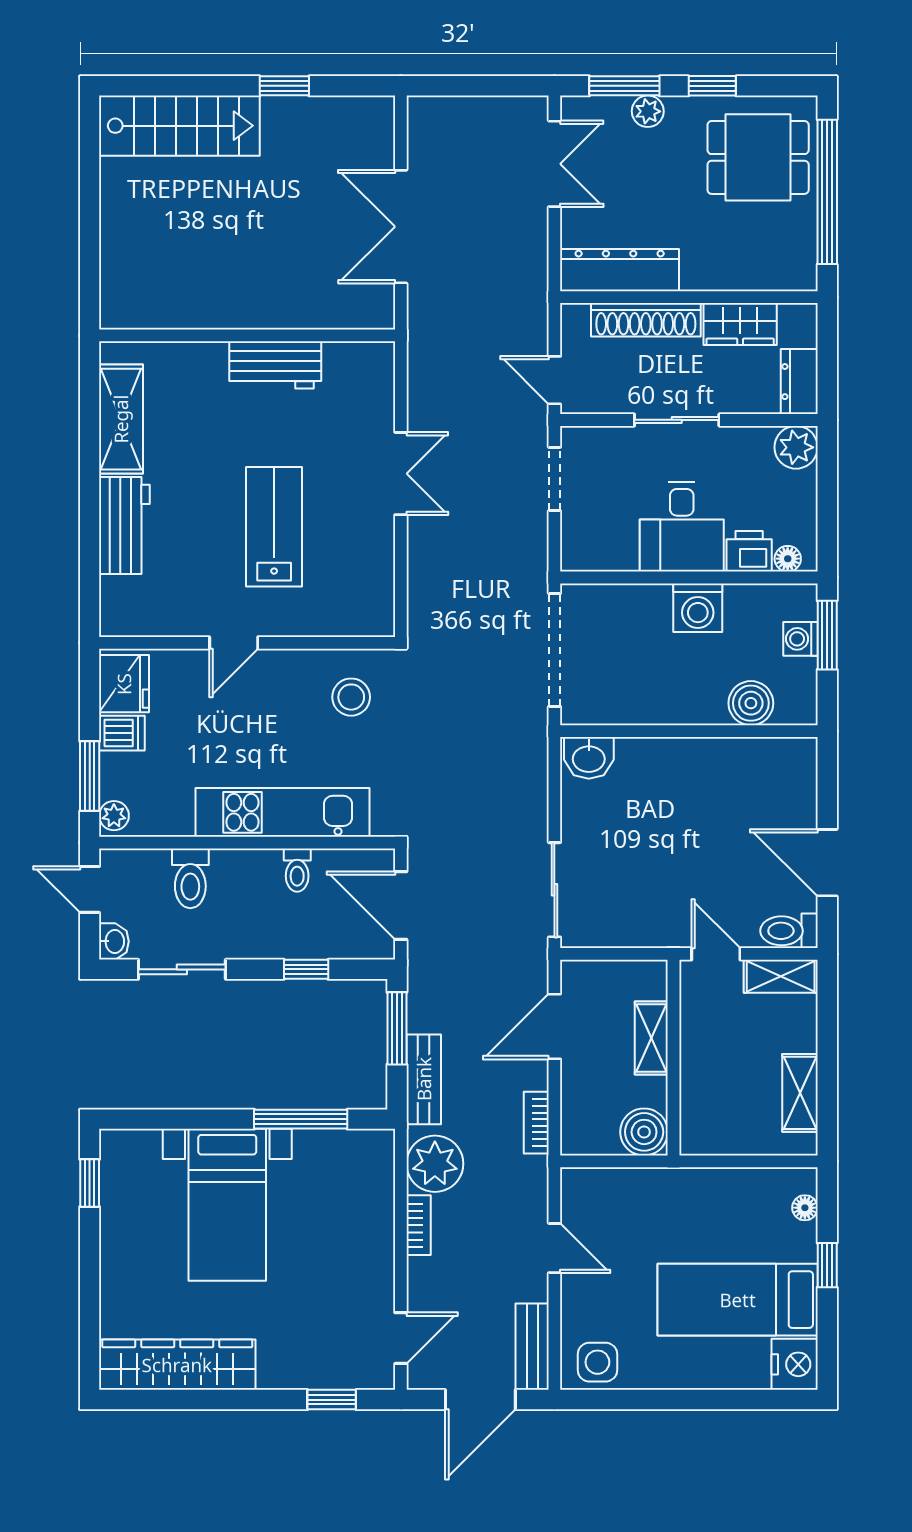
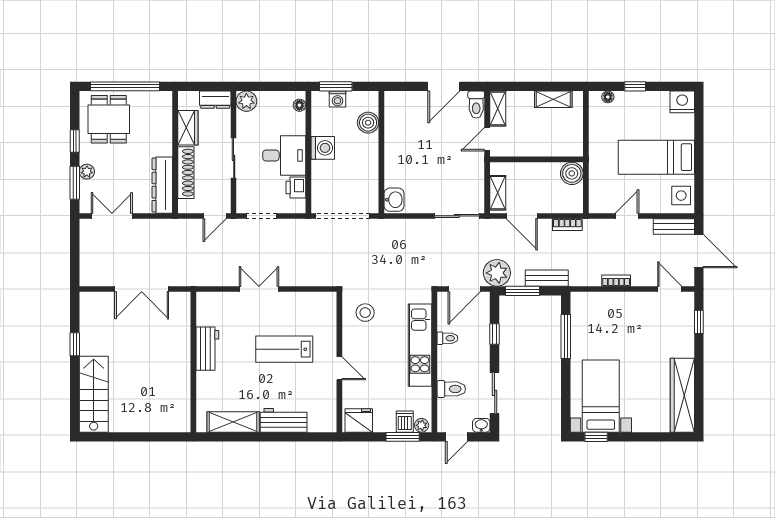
printer: (749, 551) -> (296, 188), moved
dishwasher: (122, 733) -> (405, 422), moved
shelving: (651, 1038) -> (498, 193), moved, turned 90
plant: (435, 1164) -> (497, 273), moved
bed with nightstands: (227, 1205) -> (601, 396), moved, turned -90
bed: (738, 1300) -> (656, 157), moved, turned 90

